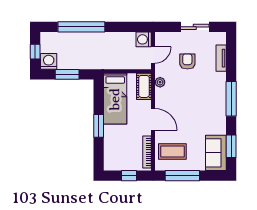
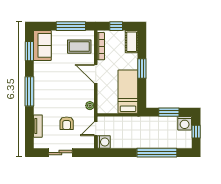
cot: (144, 86) -> (132, 42), moved

